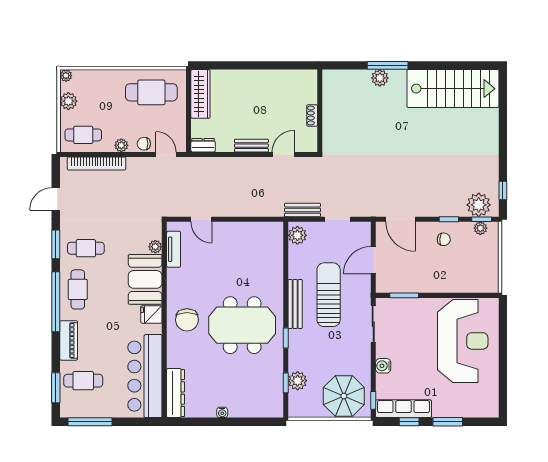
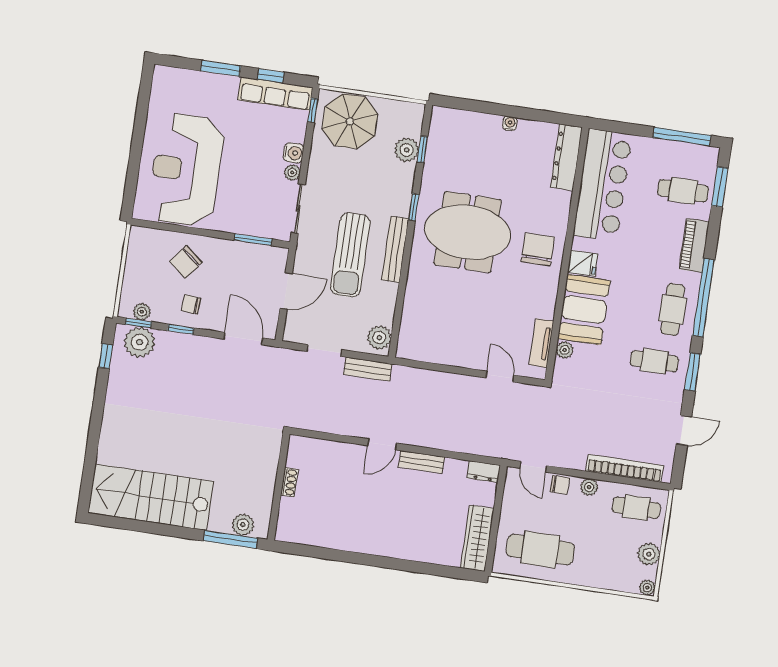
wall: (320, 111) -> (279, 487), moved
shoe rack: (312, 115) -> (289, 482), moved
chair: (453, 271) -> (186, 262), added
plant: (382, 351) -> (292, 172), added

